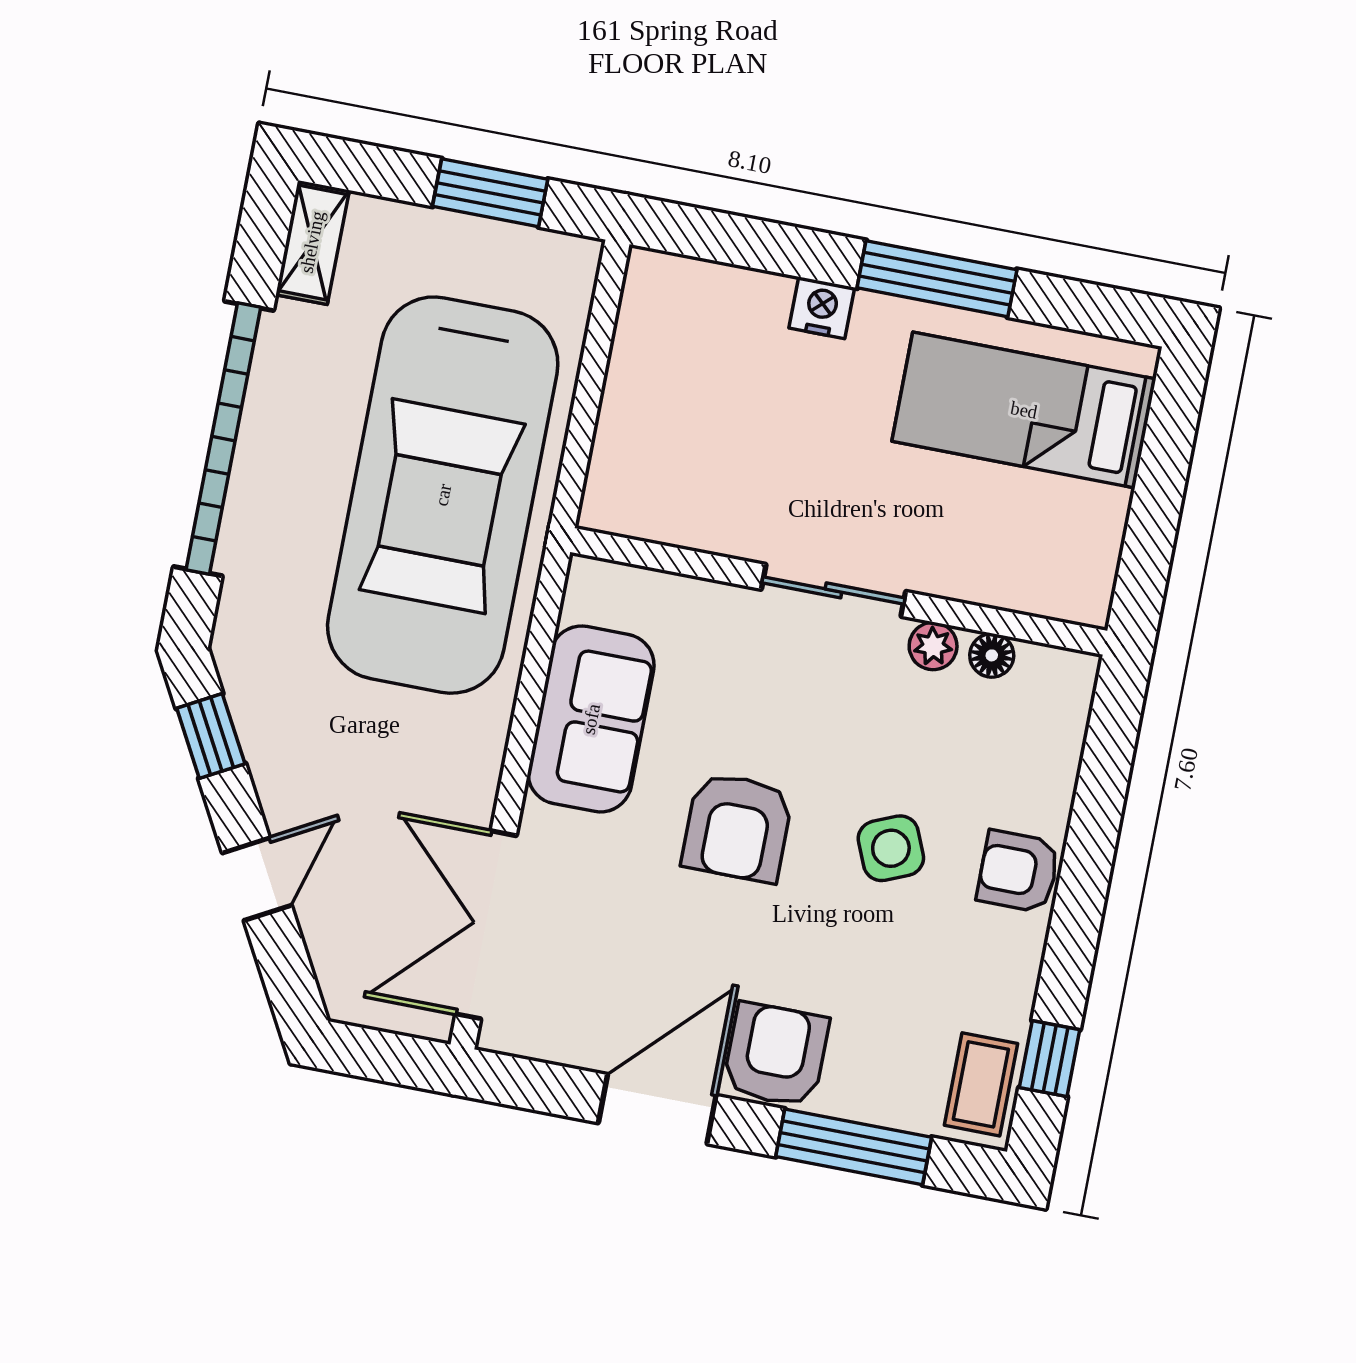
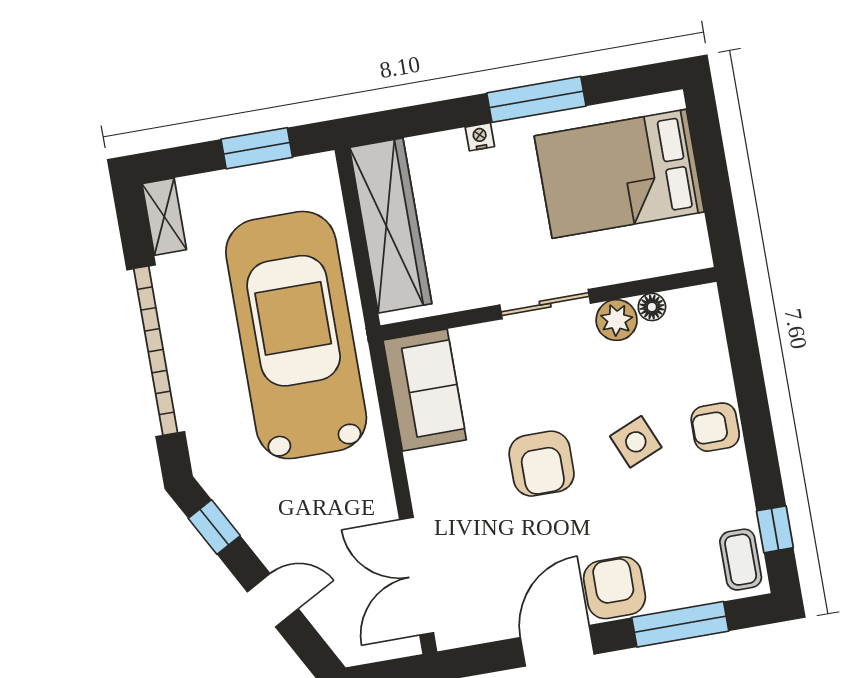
nightstand: (822, 308) -> (480, 137), width x0.72, depth x0.74
wardrobe: (647, 385) -> (391, 226), added
bed: (1024, 410) -> (619, 174), width x1.50
car: (443, 495) -> (296, 335), turned 180
plant: (933, 646) -> (617, 320), width x1.38, depth x1.38
sofa: (591, 719) -> (425, 390), moved
door: (257, 879) -> (273, 600), hinge flipped

